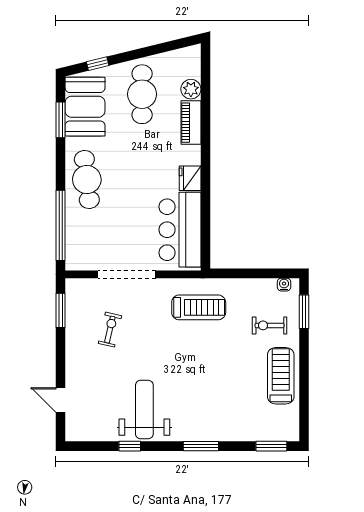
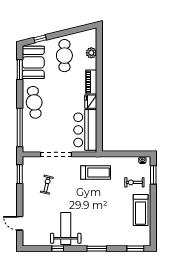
piano: (191, 123) -> (91, 82), moved
treadmill: (281, 376) -> (141, 210), turned 180

